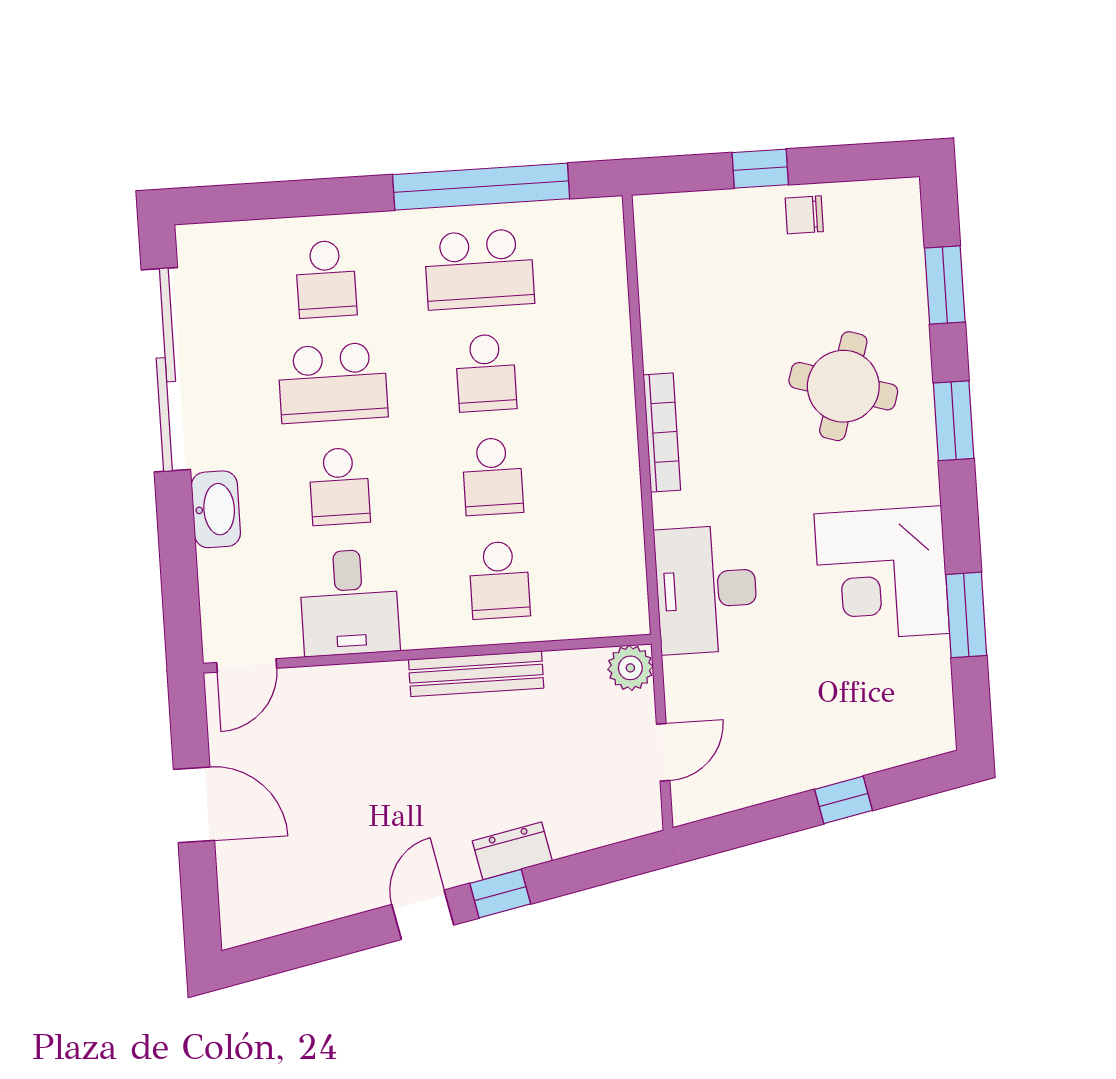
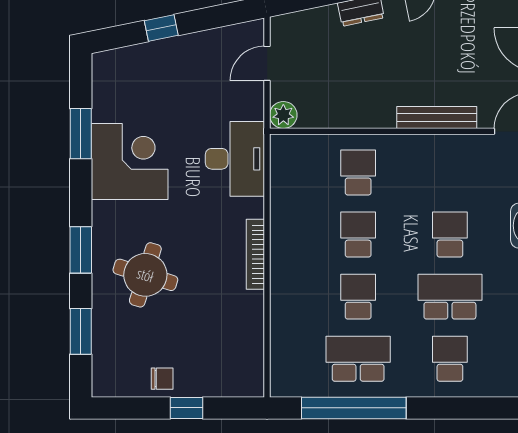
desk: (349, 602) -> (448, 165), removed
bench: (476, 674) -> (437, 117), moved

